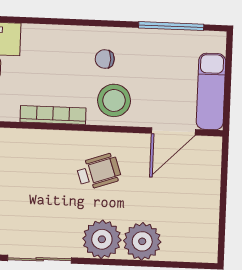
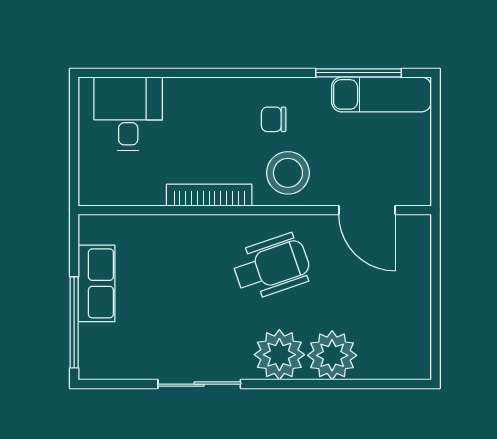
exam couch: (211, 91) -> (382, 94), moved, turned -90
door: (173, 131) -> (367, 210), hinge flipped
wheelchair: (99, 172) -> (272, 266), width x1.36, depth x1.37

